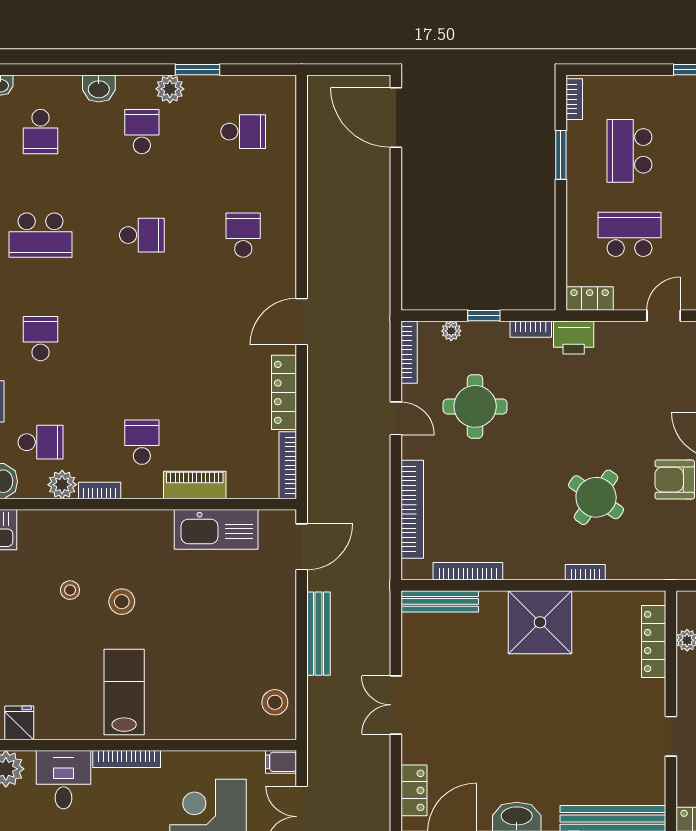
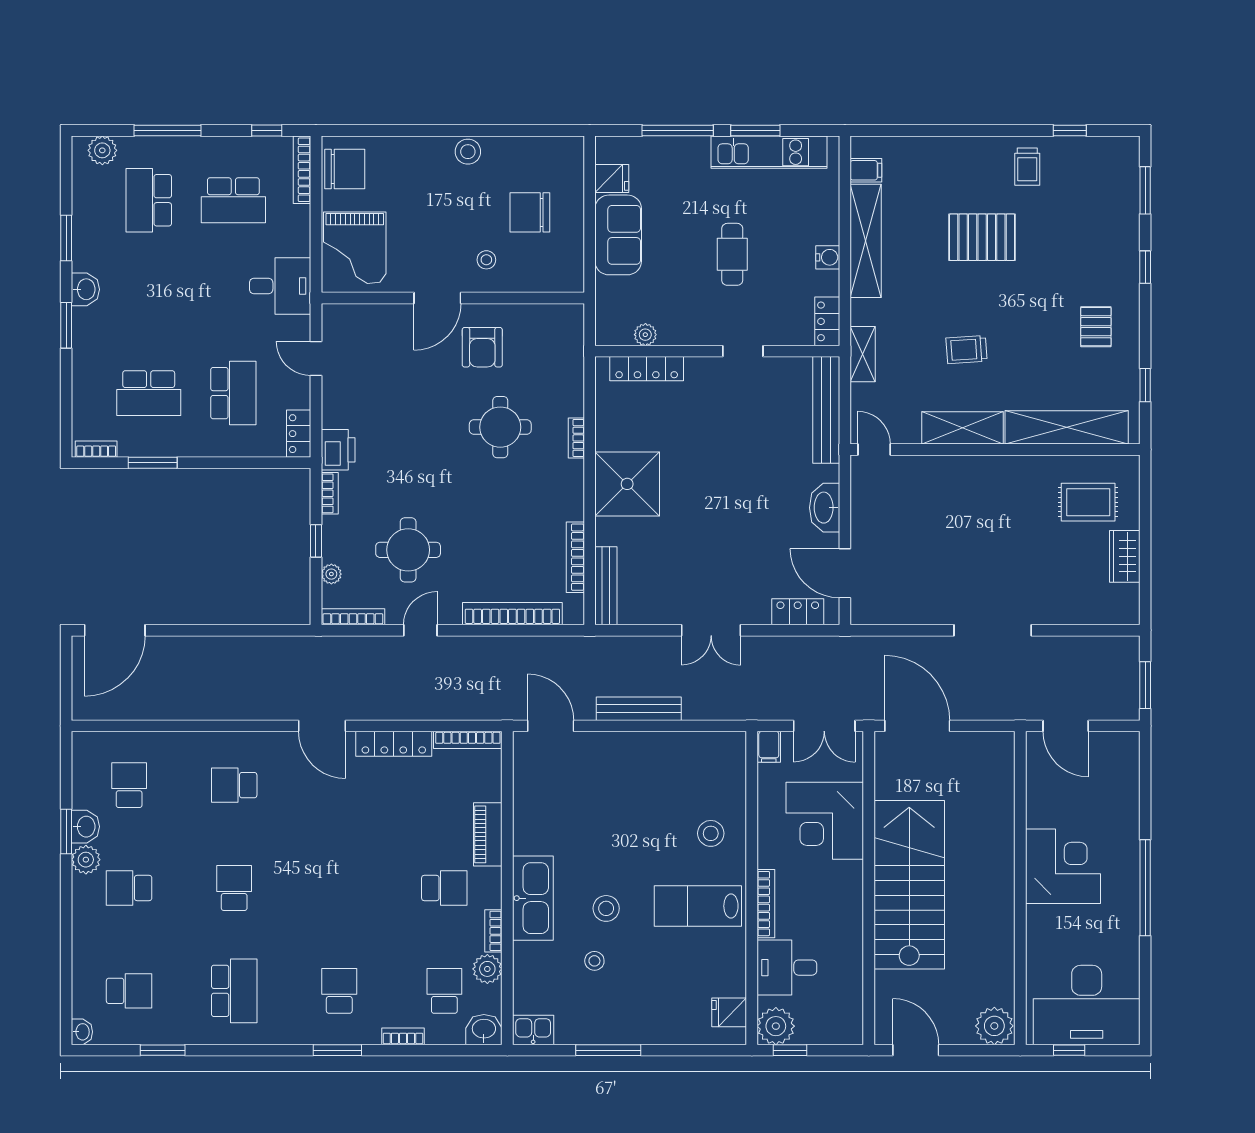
washbasin: (99, 88) -> (85, 827), moved
school desk: (629, 234) -> (233, 393), turned 180
school desk: (40, 339) -> (339, 991), turned 90
school desk: (142, 442) -> (444, 888), turned 180
round table: (596, 497) -> (500, 427), turned -35
kitchen sink: (216, 529) -> (533, 898), moved
stool: (275, 702) -> (711, 833), moved

